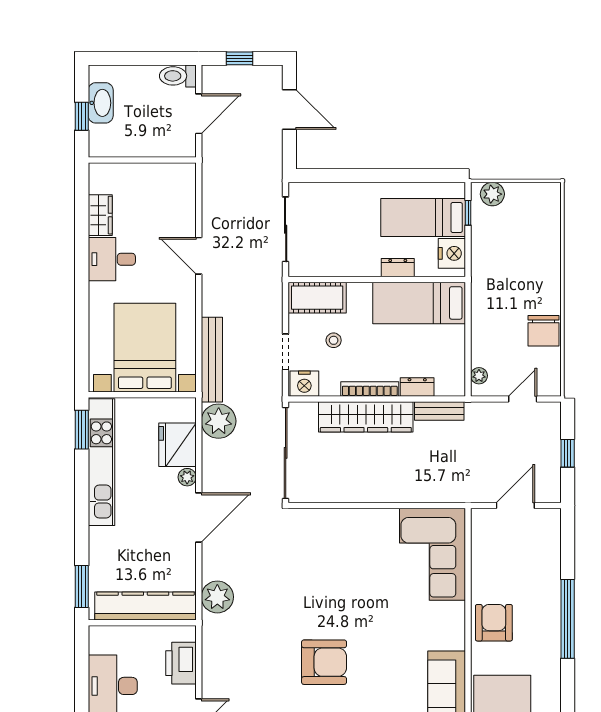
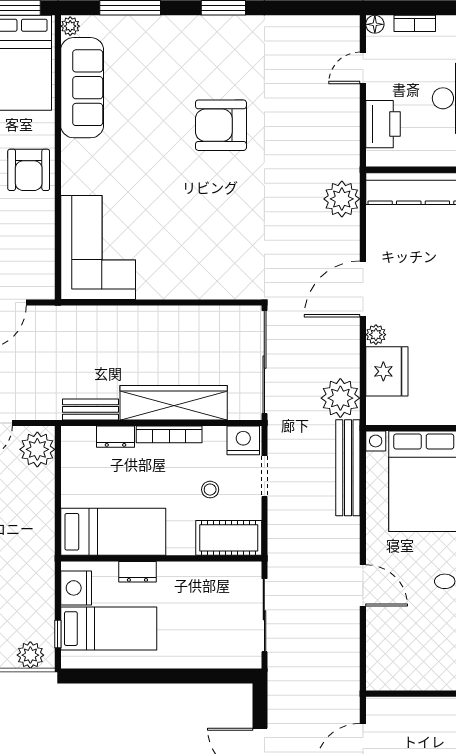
plant: (479, 376) -> (37, 449), width x1.87, depth x1.87

